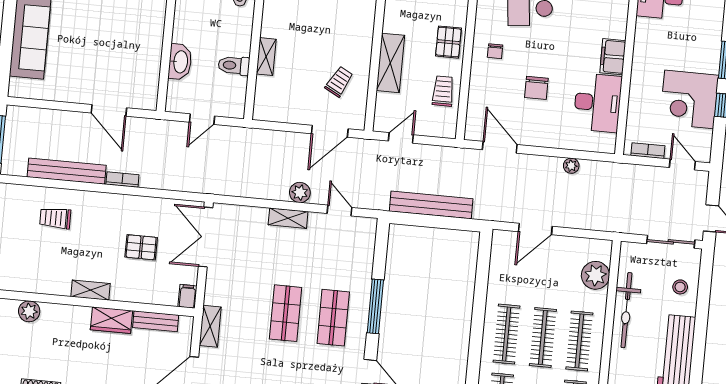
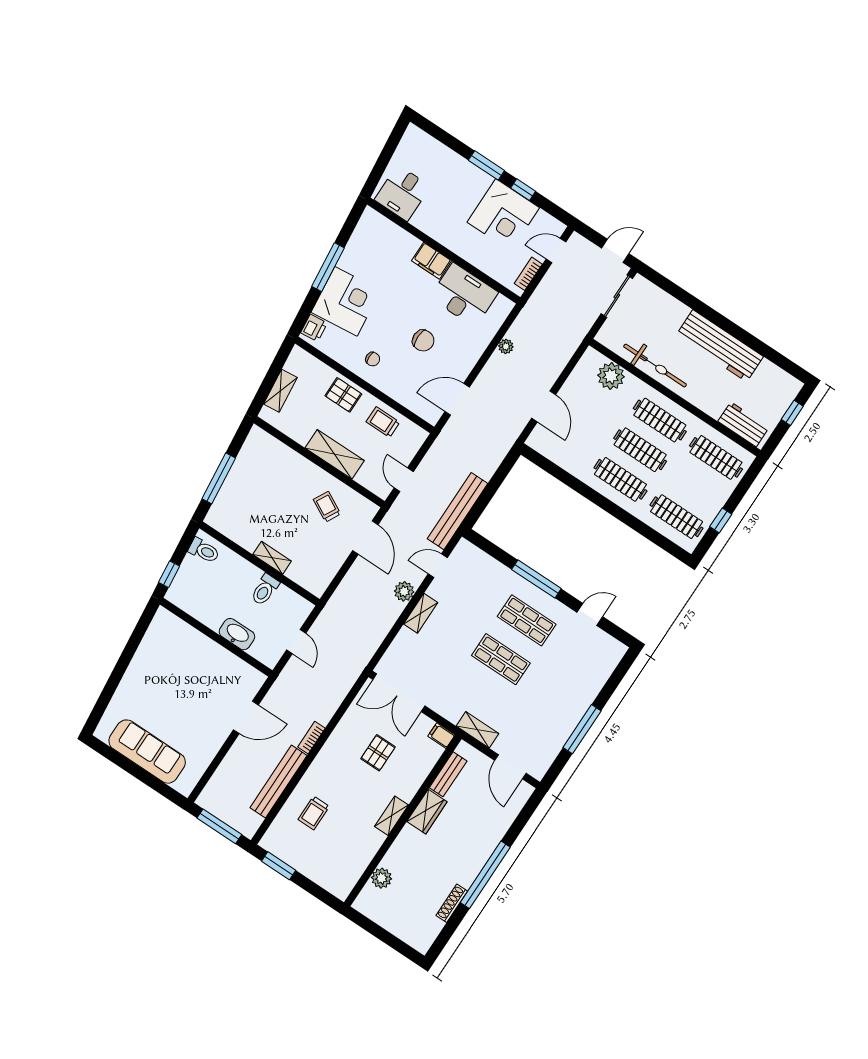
bench: (431, 205) -> (458, 511), moved
stool: (680, 287) -> (660, 309), removed

